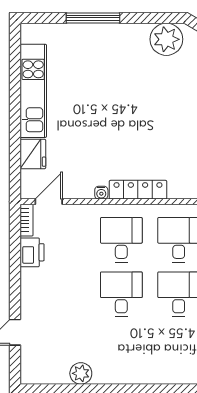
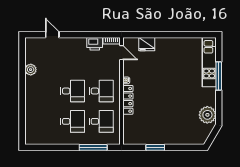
kitchen unit: (33, 91) -> (209, 62), moved, turned 90

